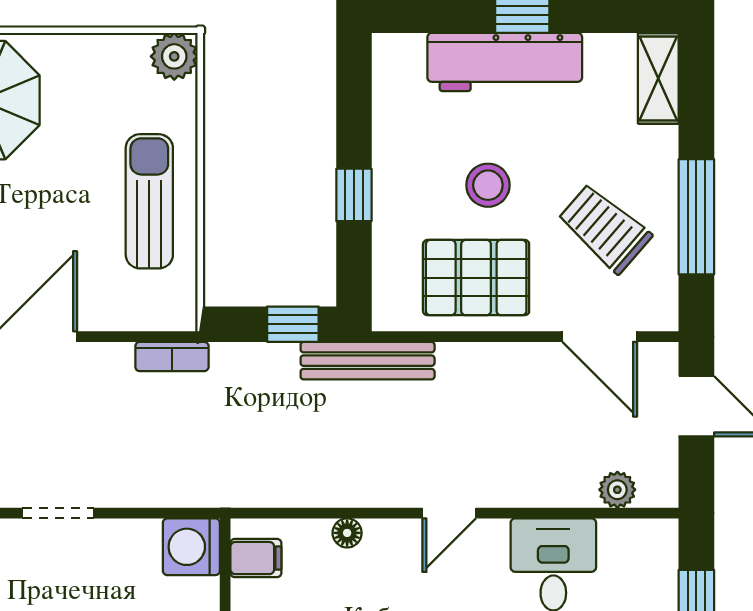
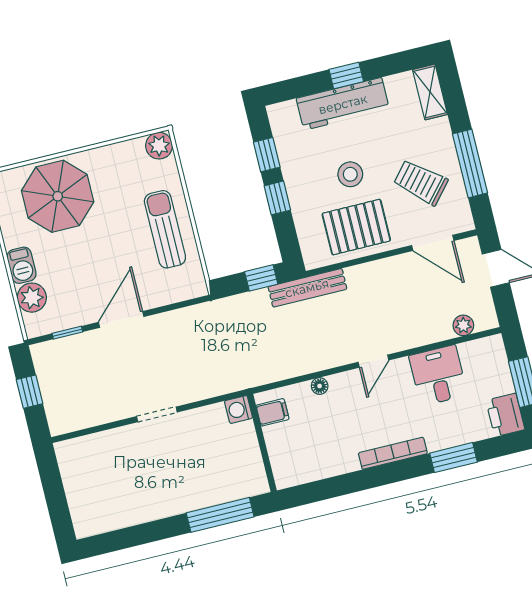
window: (354, 117) -> (267, 155), added
bookcase: (172, 357) -> (199, 312), removed
washing machine: (191, 547) -> (238, 410), width x0.73, depth x0.73

